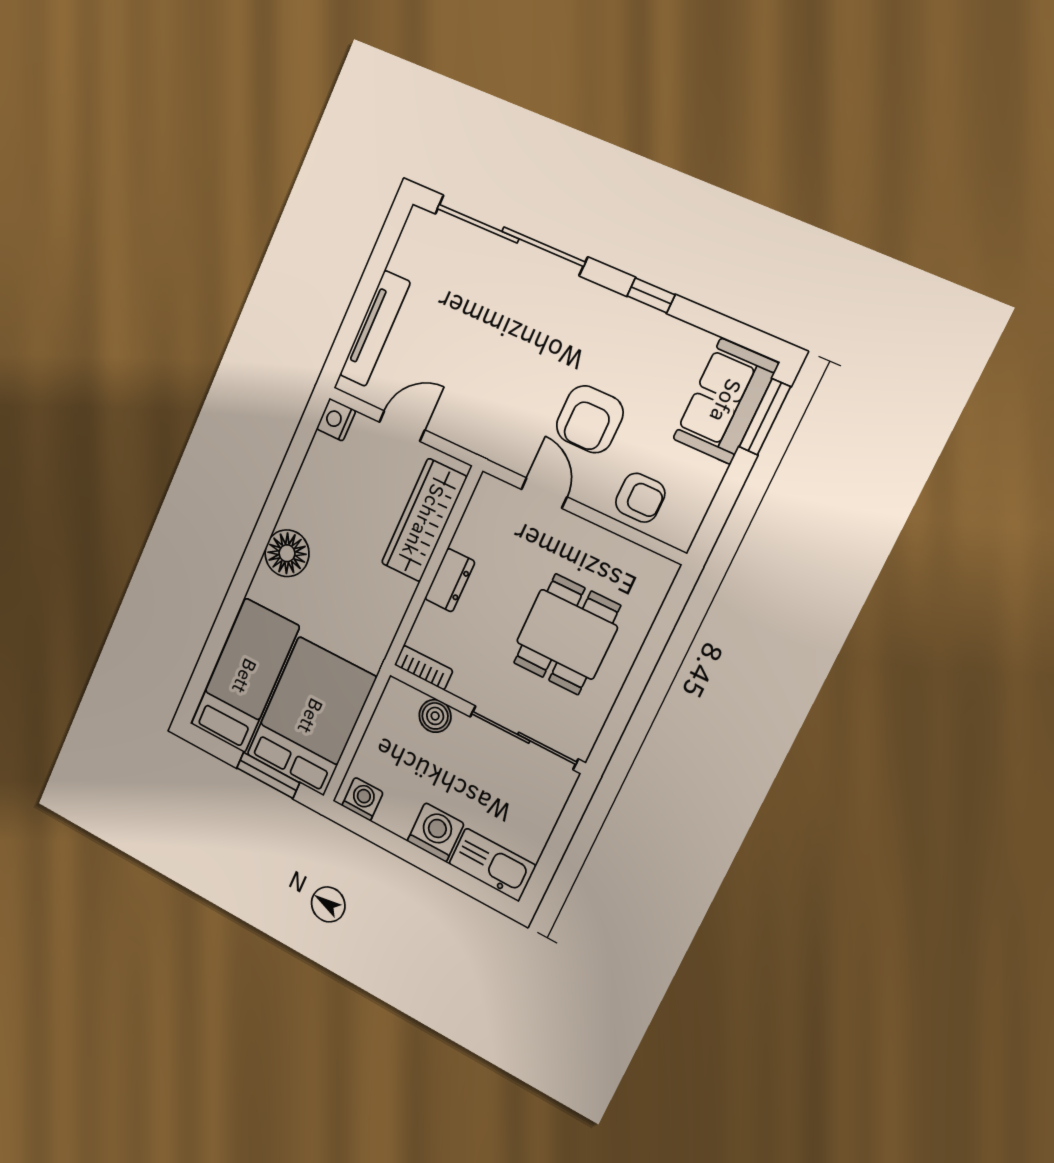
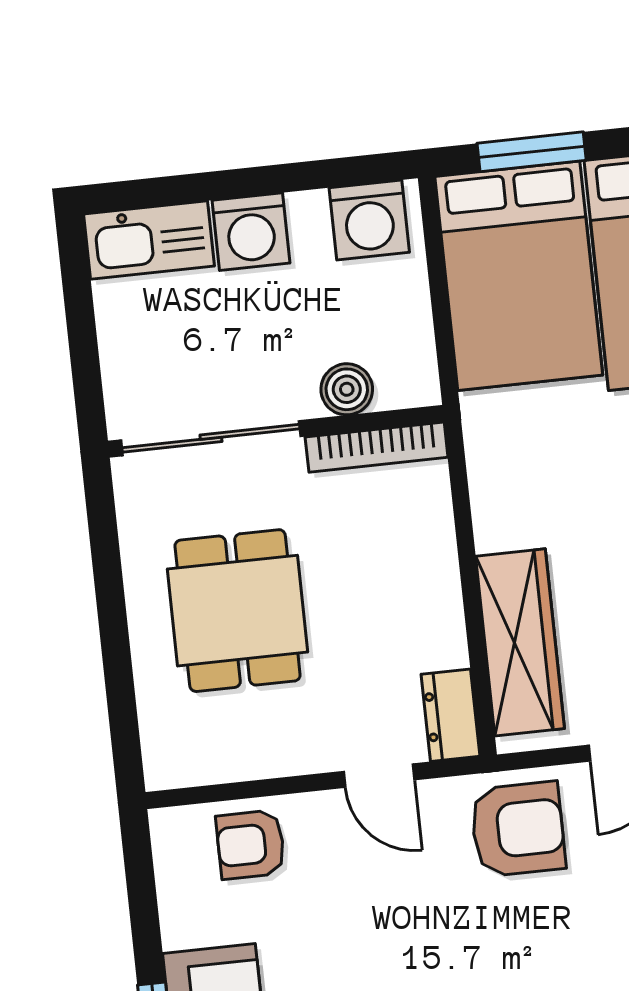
armchair: (590, 419) -> (518, 829), moved, turned 90
dresser: (450, 580) -> (450, 715), moved
bookcase: (424, 668) -> (377, 447), width x1.56
washing machine: (363, 799) -> (369, 220), width x1.38, depth x1.38

